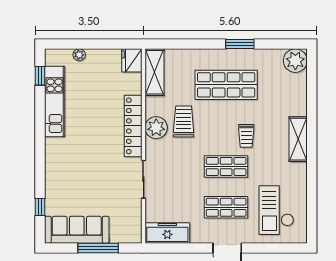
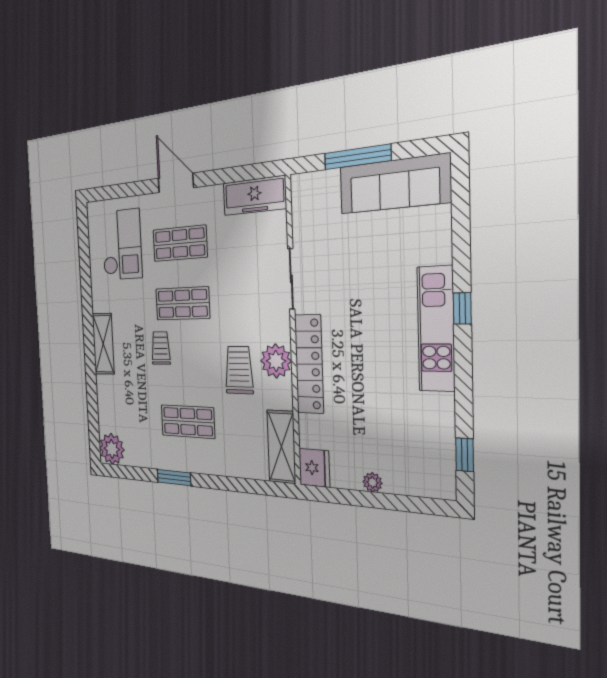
plant: (79, 55) -> (373, 482), moved
shop shelf: (226, 85) -> (188, 422), width x0.70, depth x0.74
kitchen unit: (55, 102) -> (436, 329), moved
trolley: (184, 121) -> (239, 370), turned 180
window: (40, 207) -> (462, 308), moved

